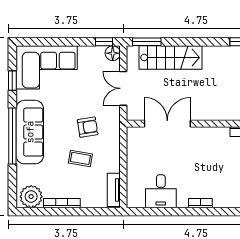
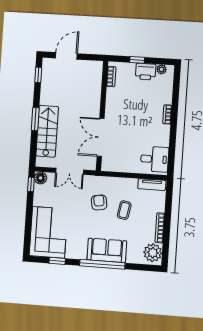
window: (147, 42) -> (35, 119), moved
sofa: (30, 132) -> (107, 250), width x0.73
desk: (161, 191) -> (155, 159), moved

